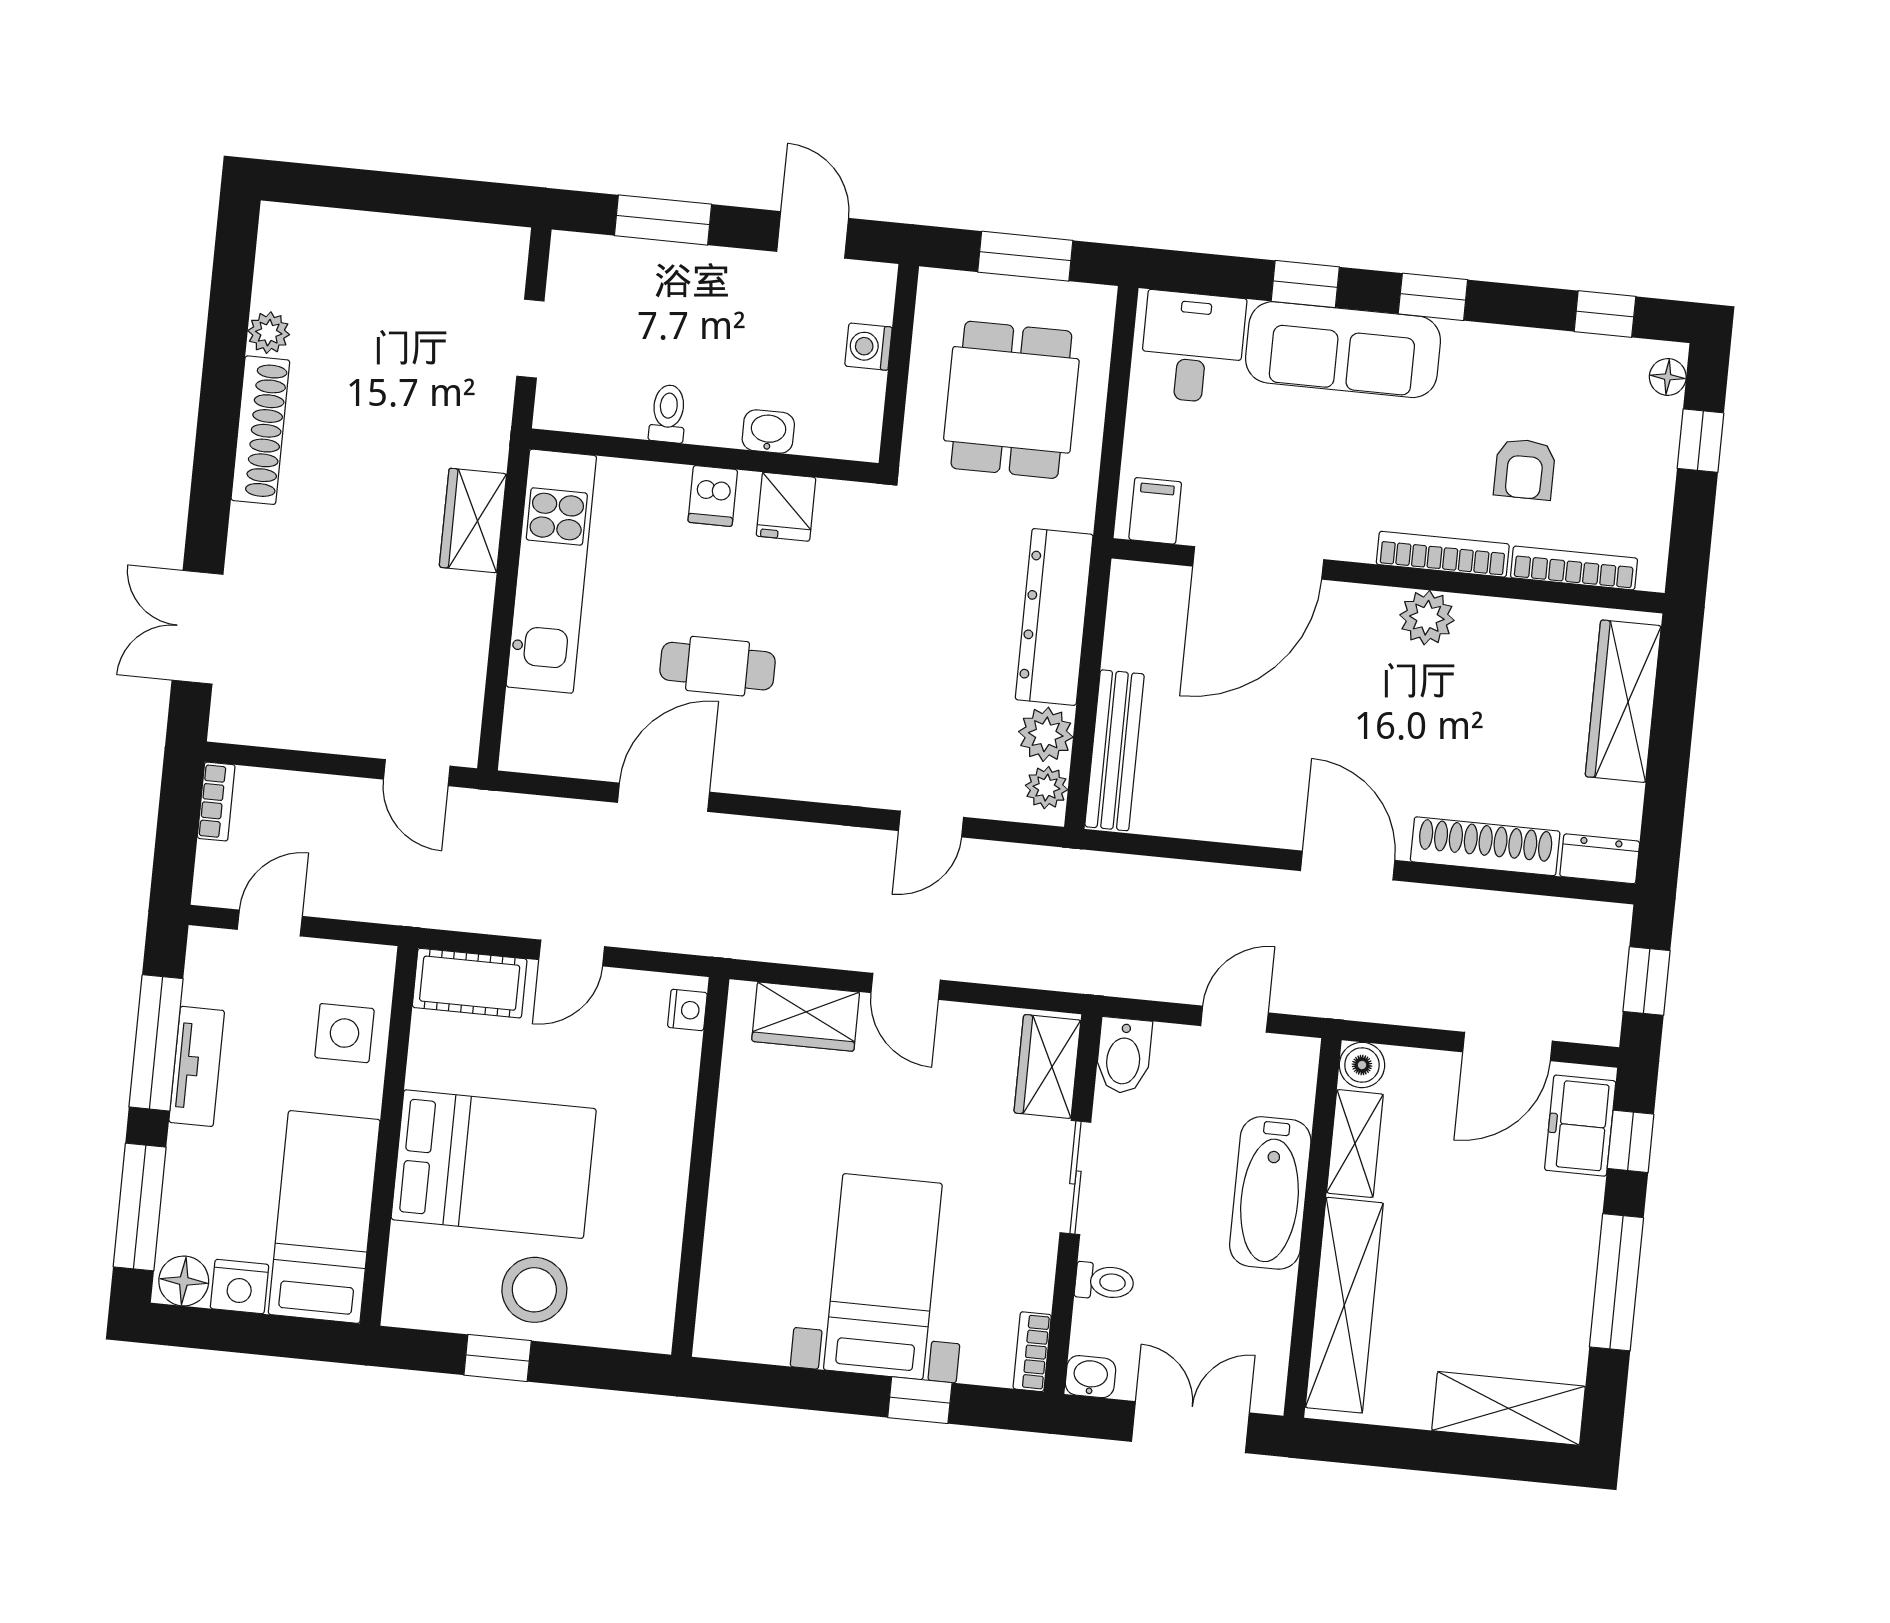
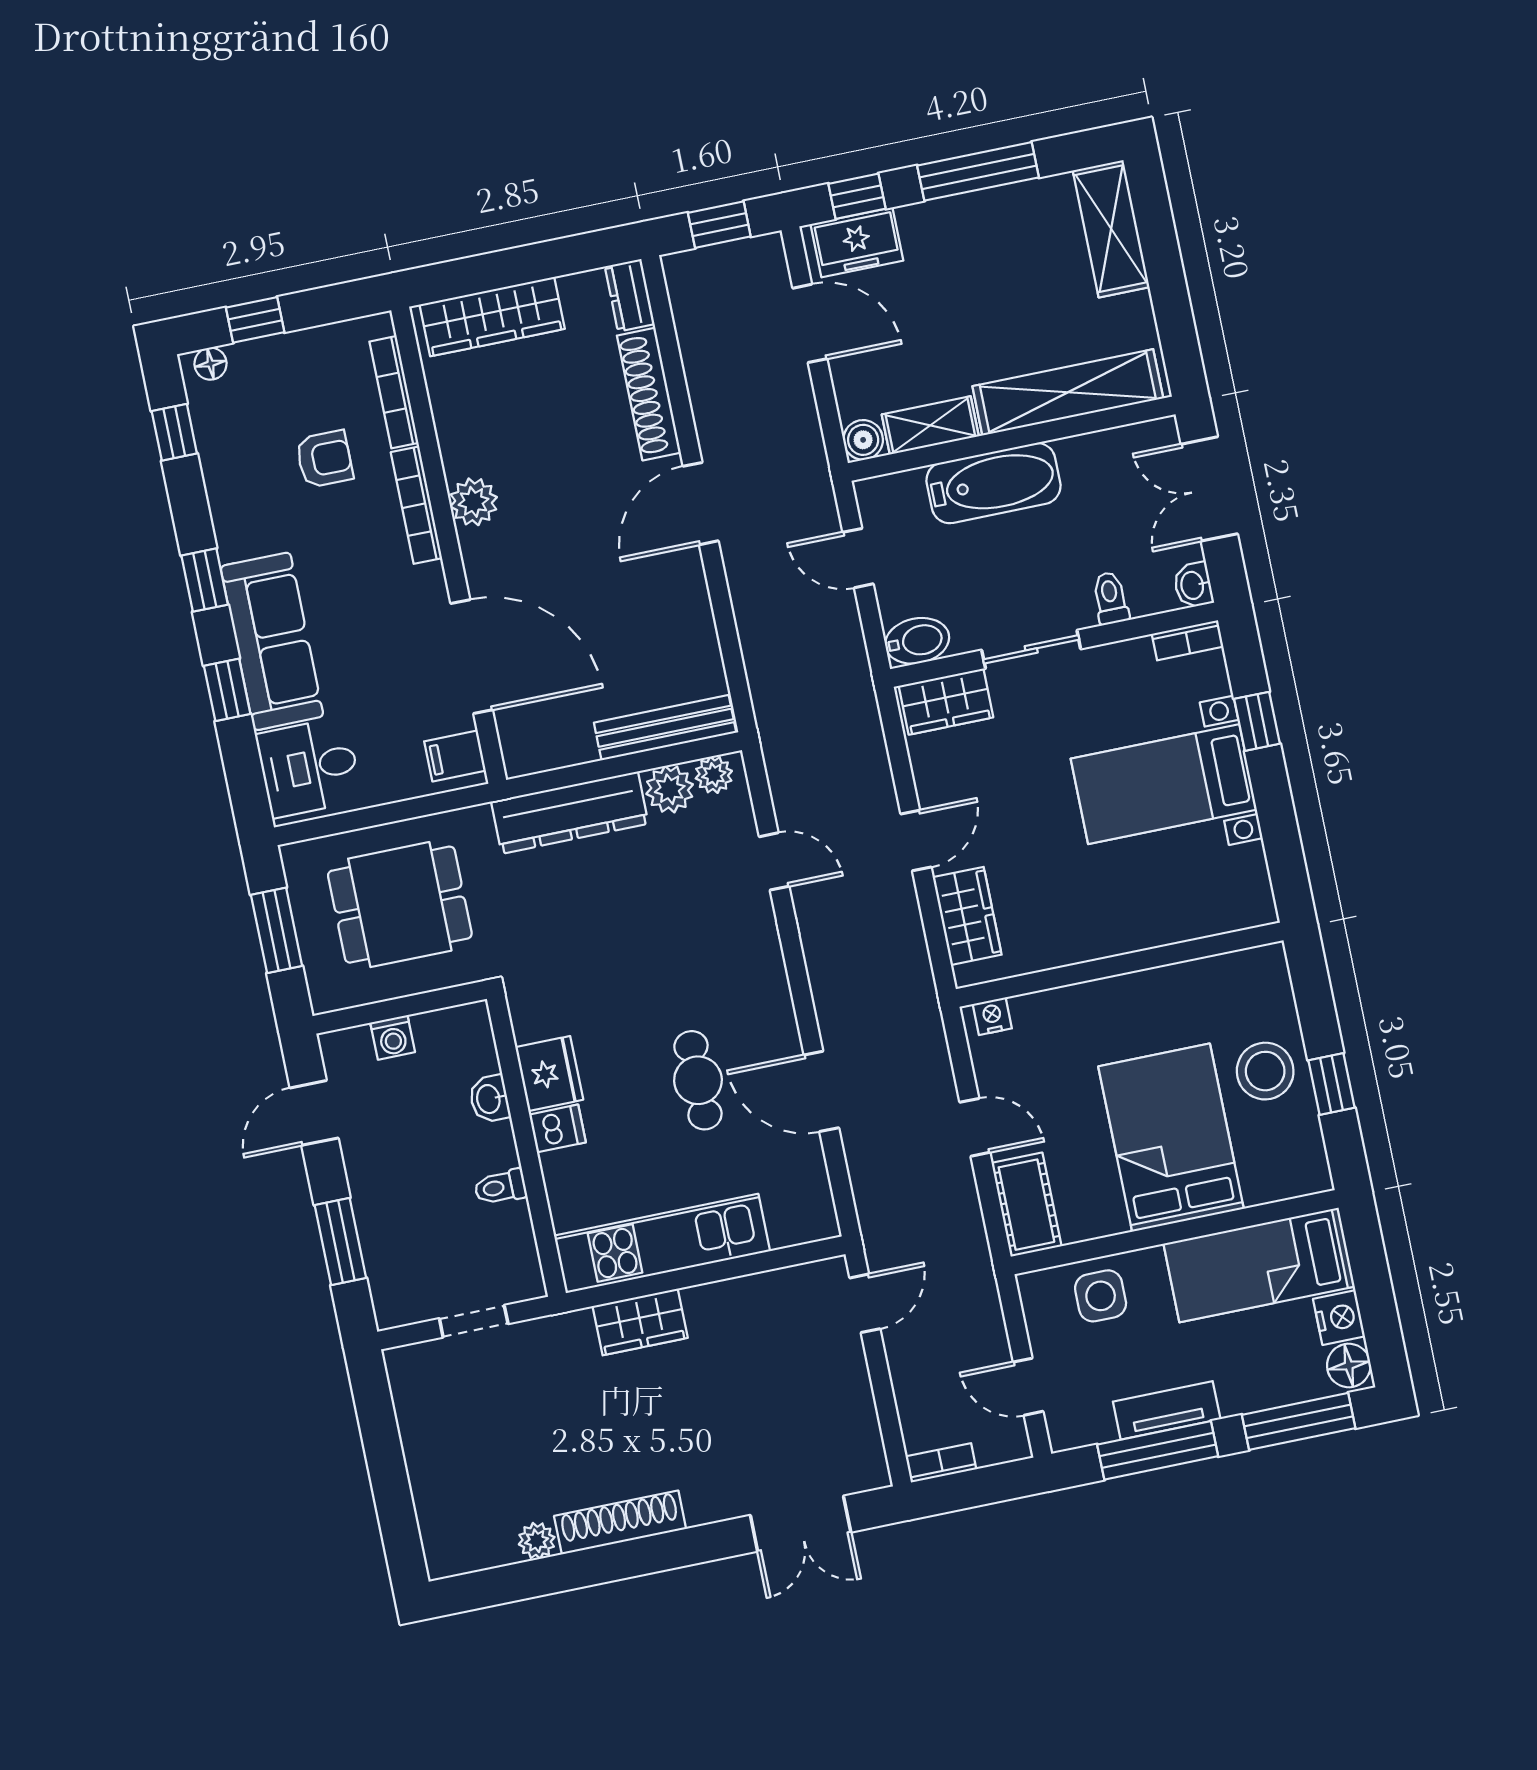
fridge: (786, 507) -> (549, 1073), width x1.38

